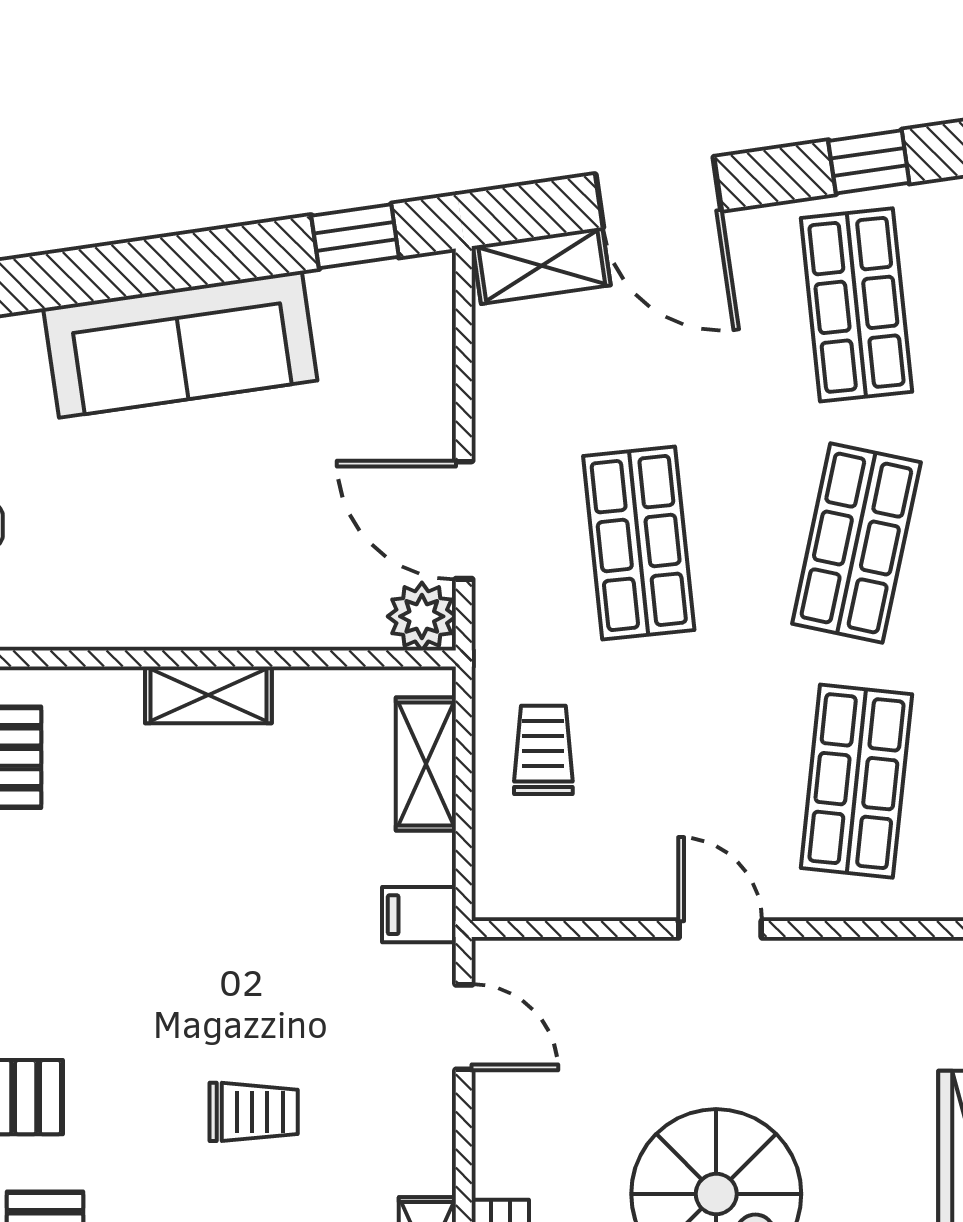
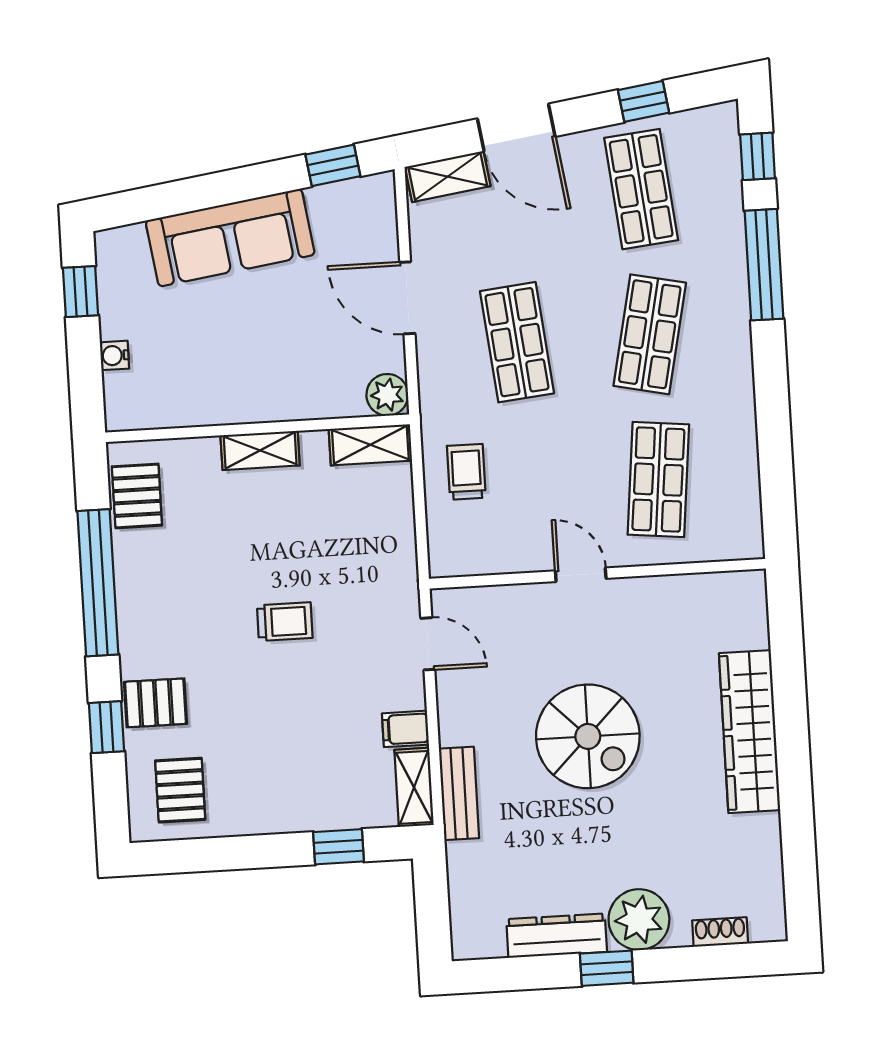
door: (464, 520) -> (407, 298), moved
shelving: (426, 764) -> (370, 445), moved, turned 90
filing cabinet: (419, 915) -> (405, 729), moved
trolley: (254, 1112) -> (285, 622), moved

